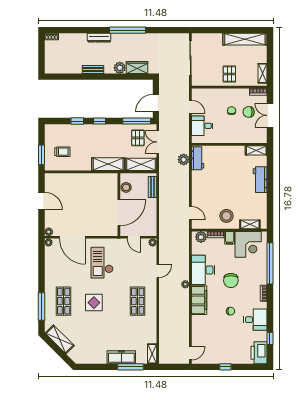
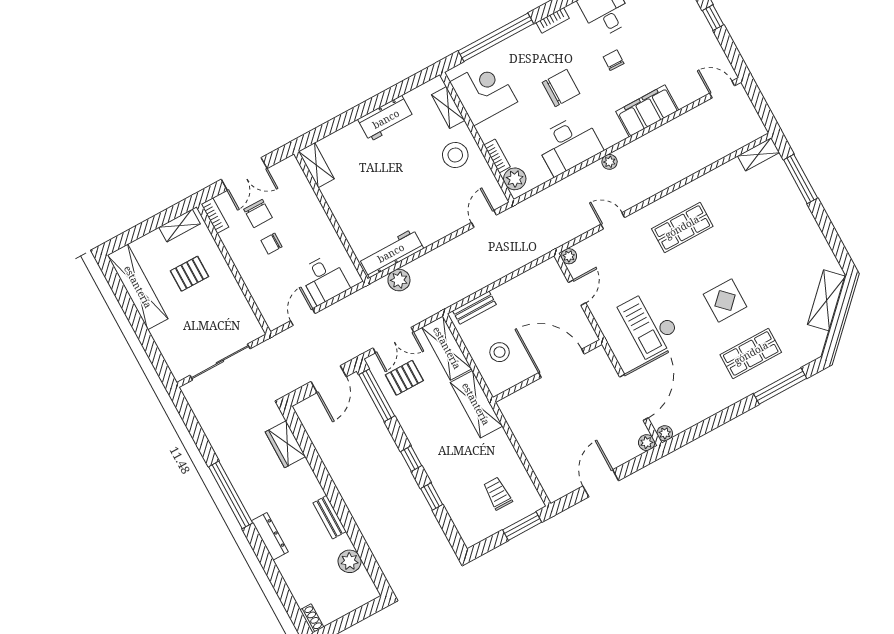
plant: (120, 68) -> (350, 561), moved
pallet: (229, 74) -> (189, 274), moved
door: (156, 103) -> (329, 379), hinge flipped
workbench: (198, 158) -> (391, 253), width x1.38
workbench: (260, 180) -> (386, 119), moved
wall: (119, 205) -> (548, 371), moved
door: (119, 213) -> (562, 363), moved
filing cabinet: (230, 238) -> (489, 130), removed
checkout: (102, 263) -> (650, 323), turned 90
filing cabinet: (199, 300) -> (647, 111), moved
shelving: (60, 339) -> (826, 300), moved
freezer: (121, 357) -> (793, 203), removed

